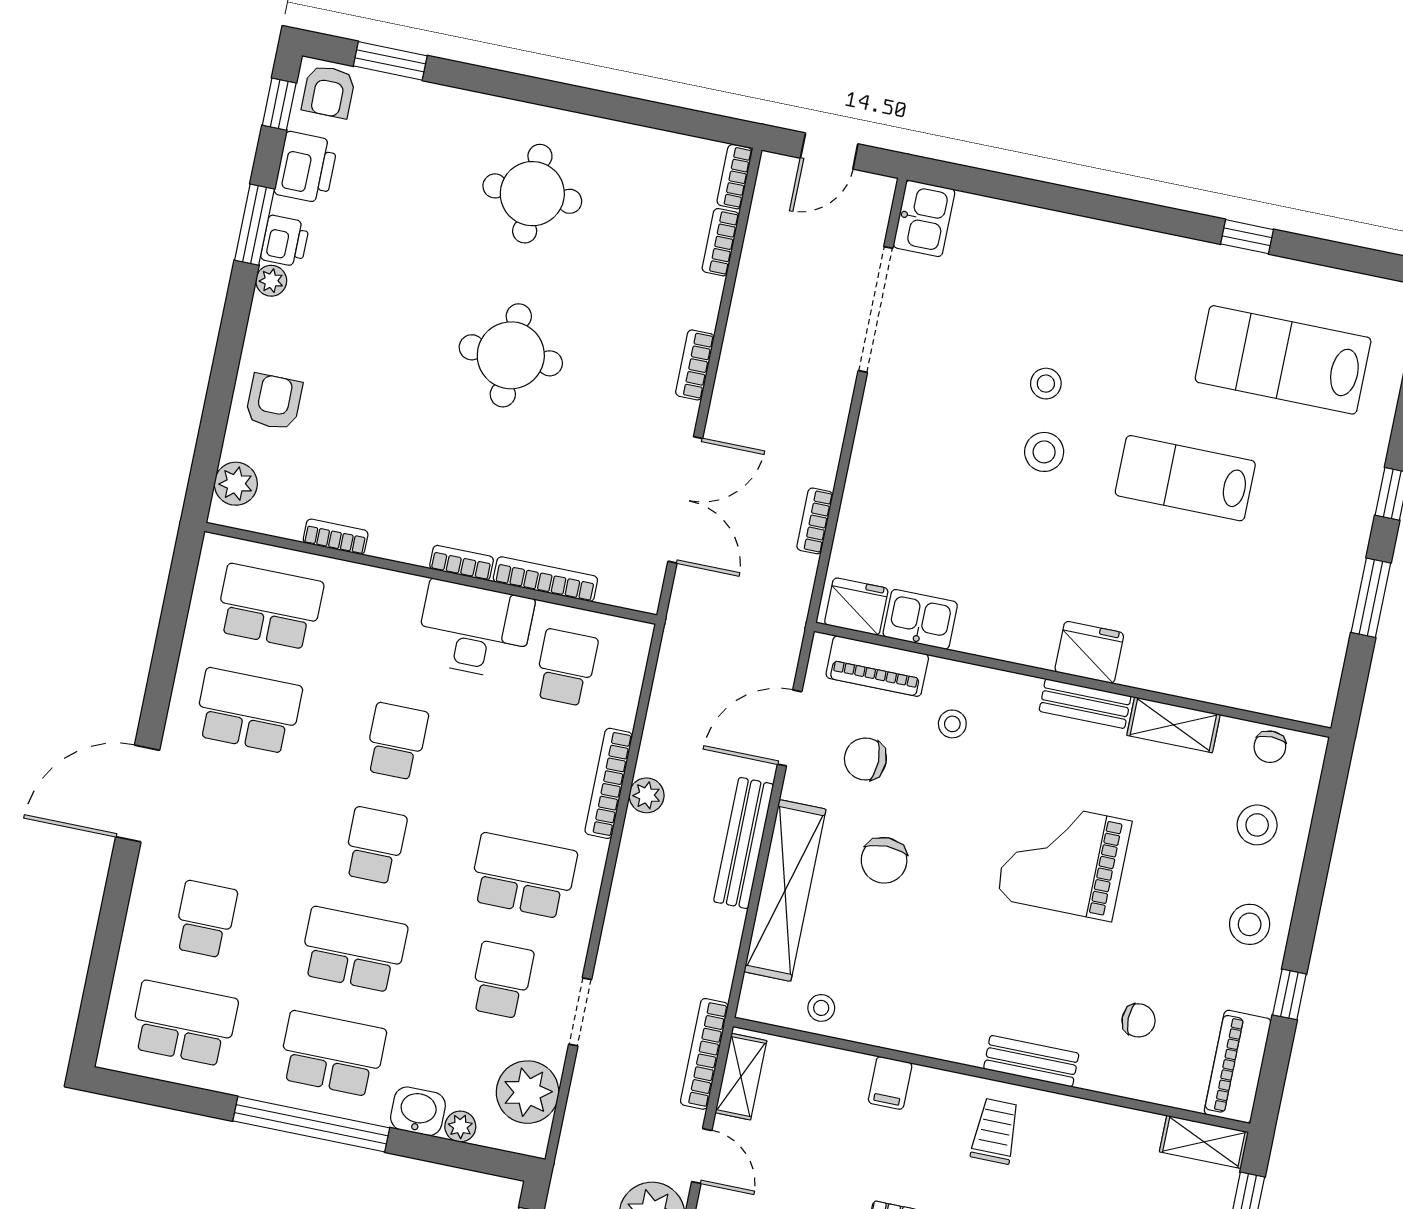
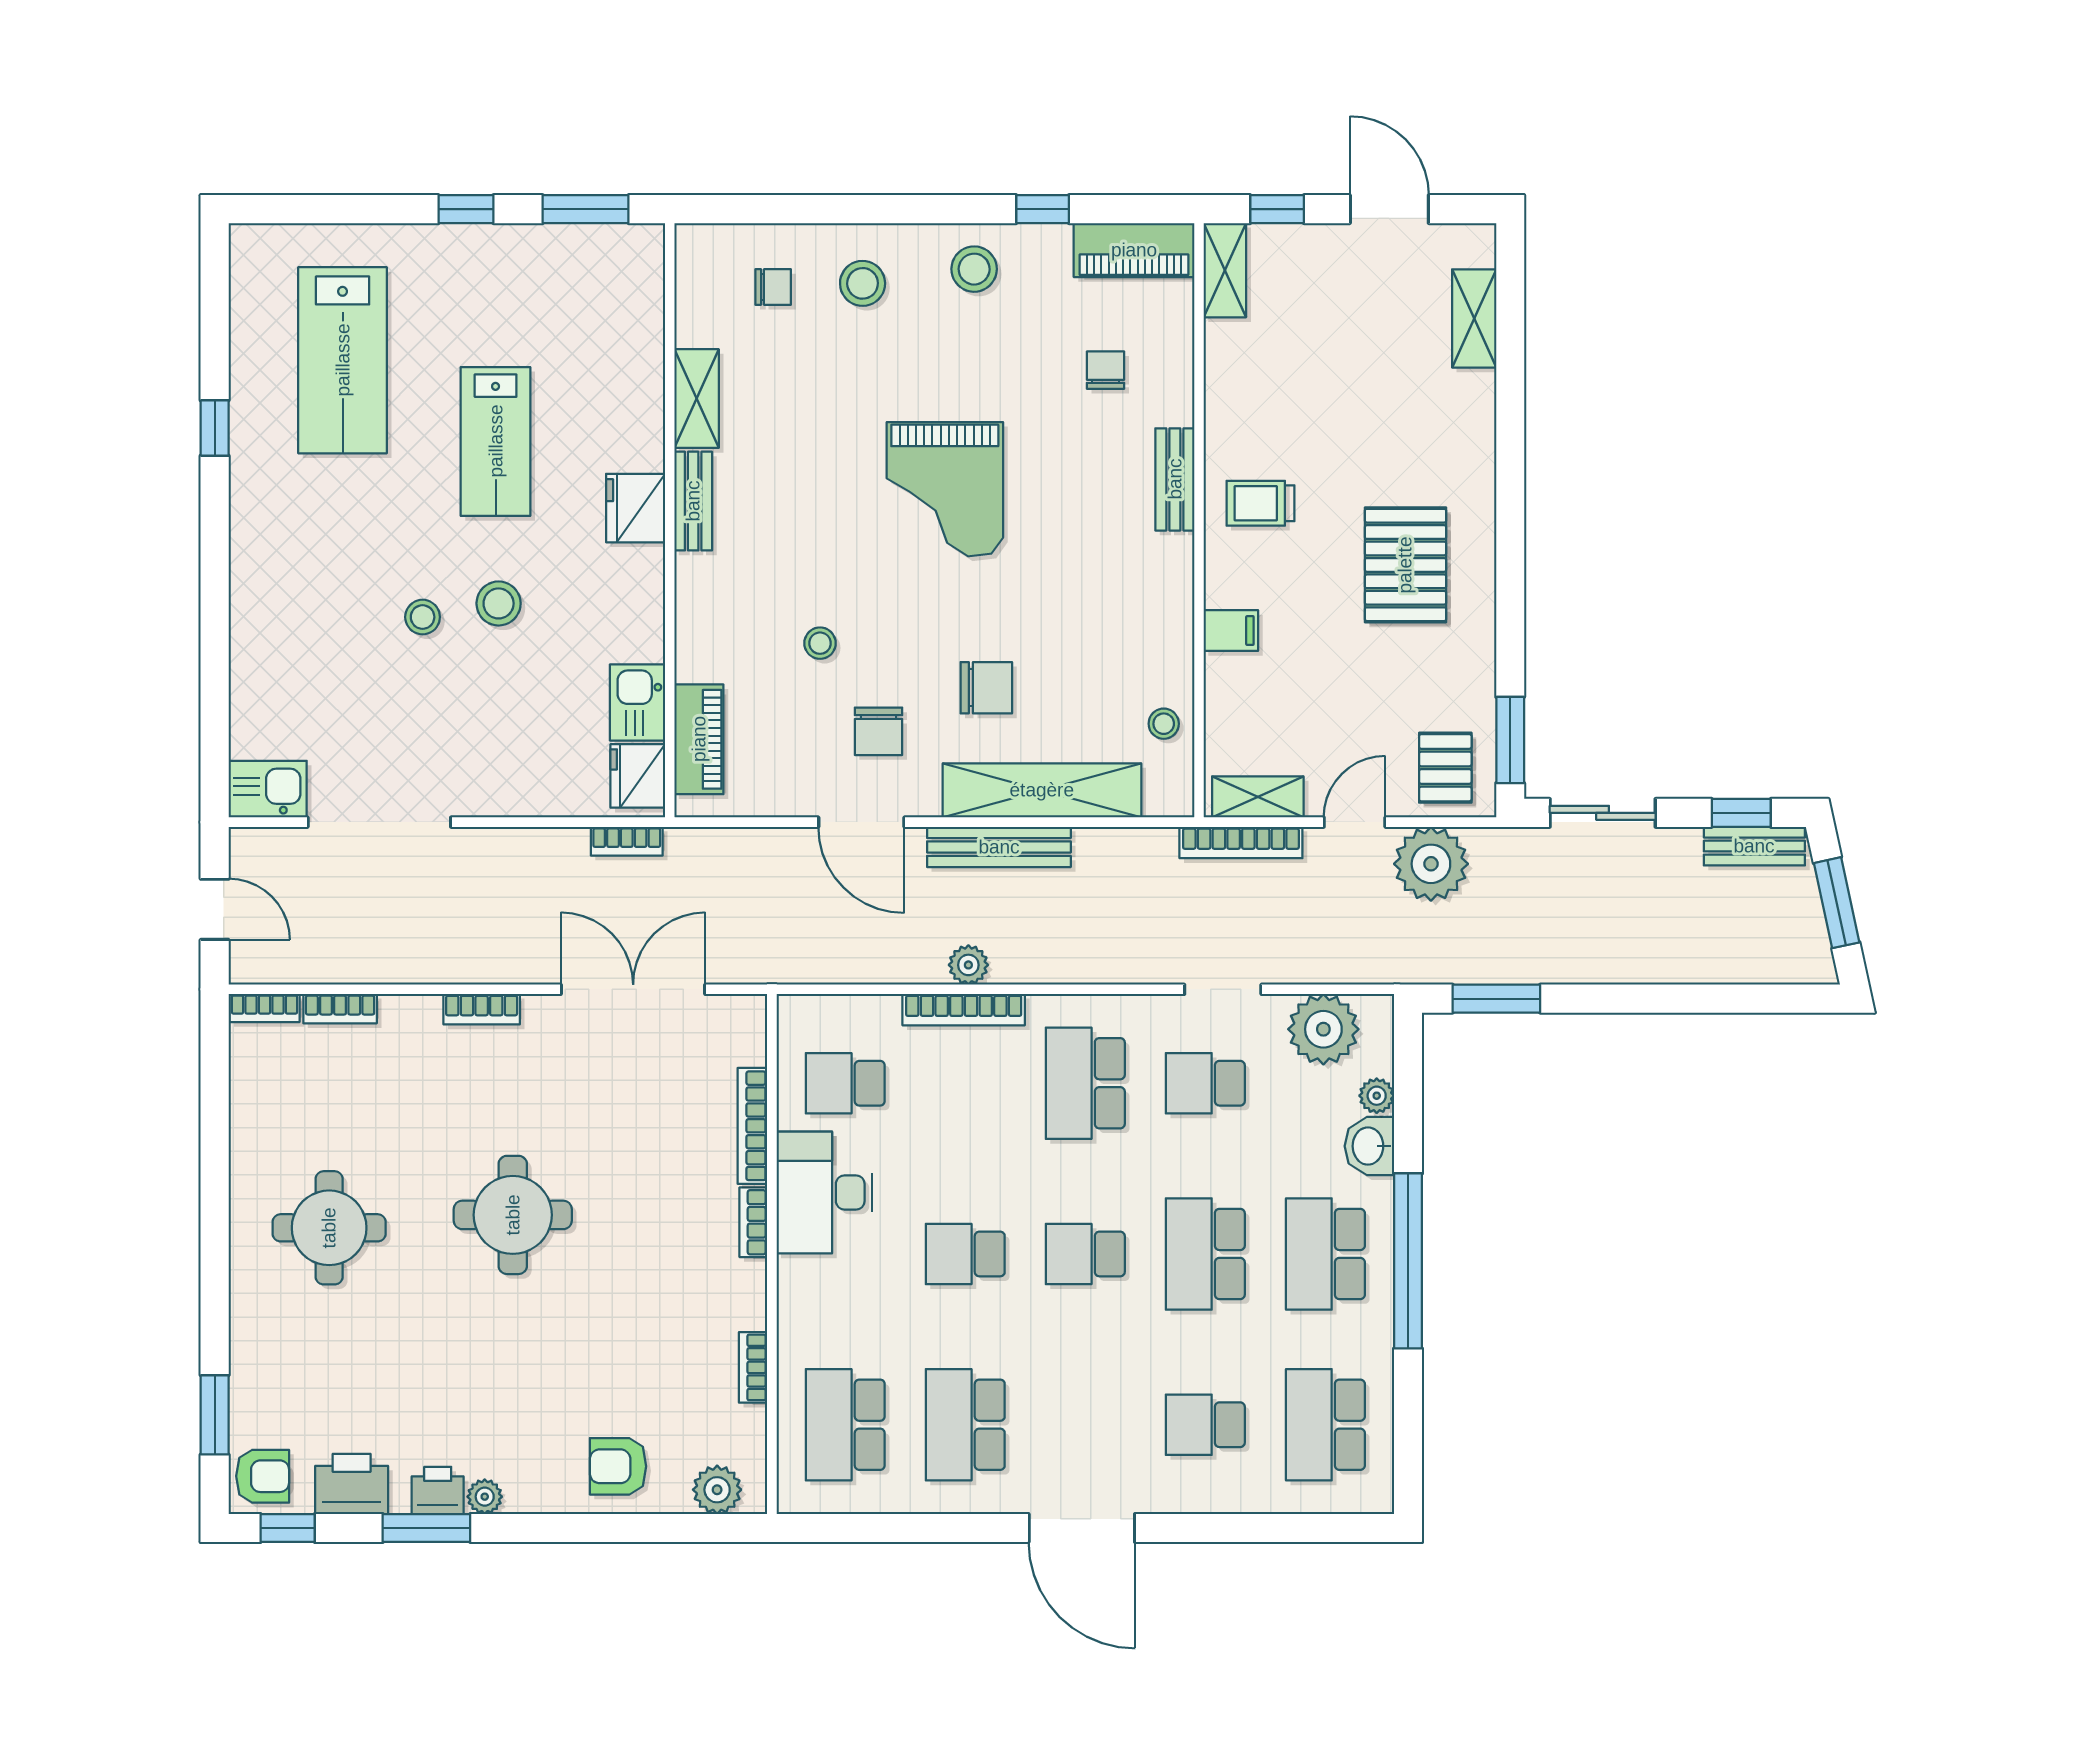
fridge: (856, 607) -> (638, 776), moved
kitchen sink: (920, 619) -> (637, 702), moved
fridge: (1089, 652) -> (636, 508), moved
piano: (877, 666) -> (699, 739), moved
wall: (1073, 680) -> (670, 520), moved
bench: (1085, 704) -> (693, 501), moved
shelving: (1173, 725) -> (697, 399), moved

